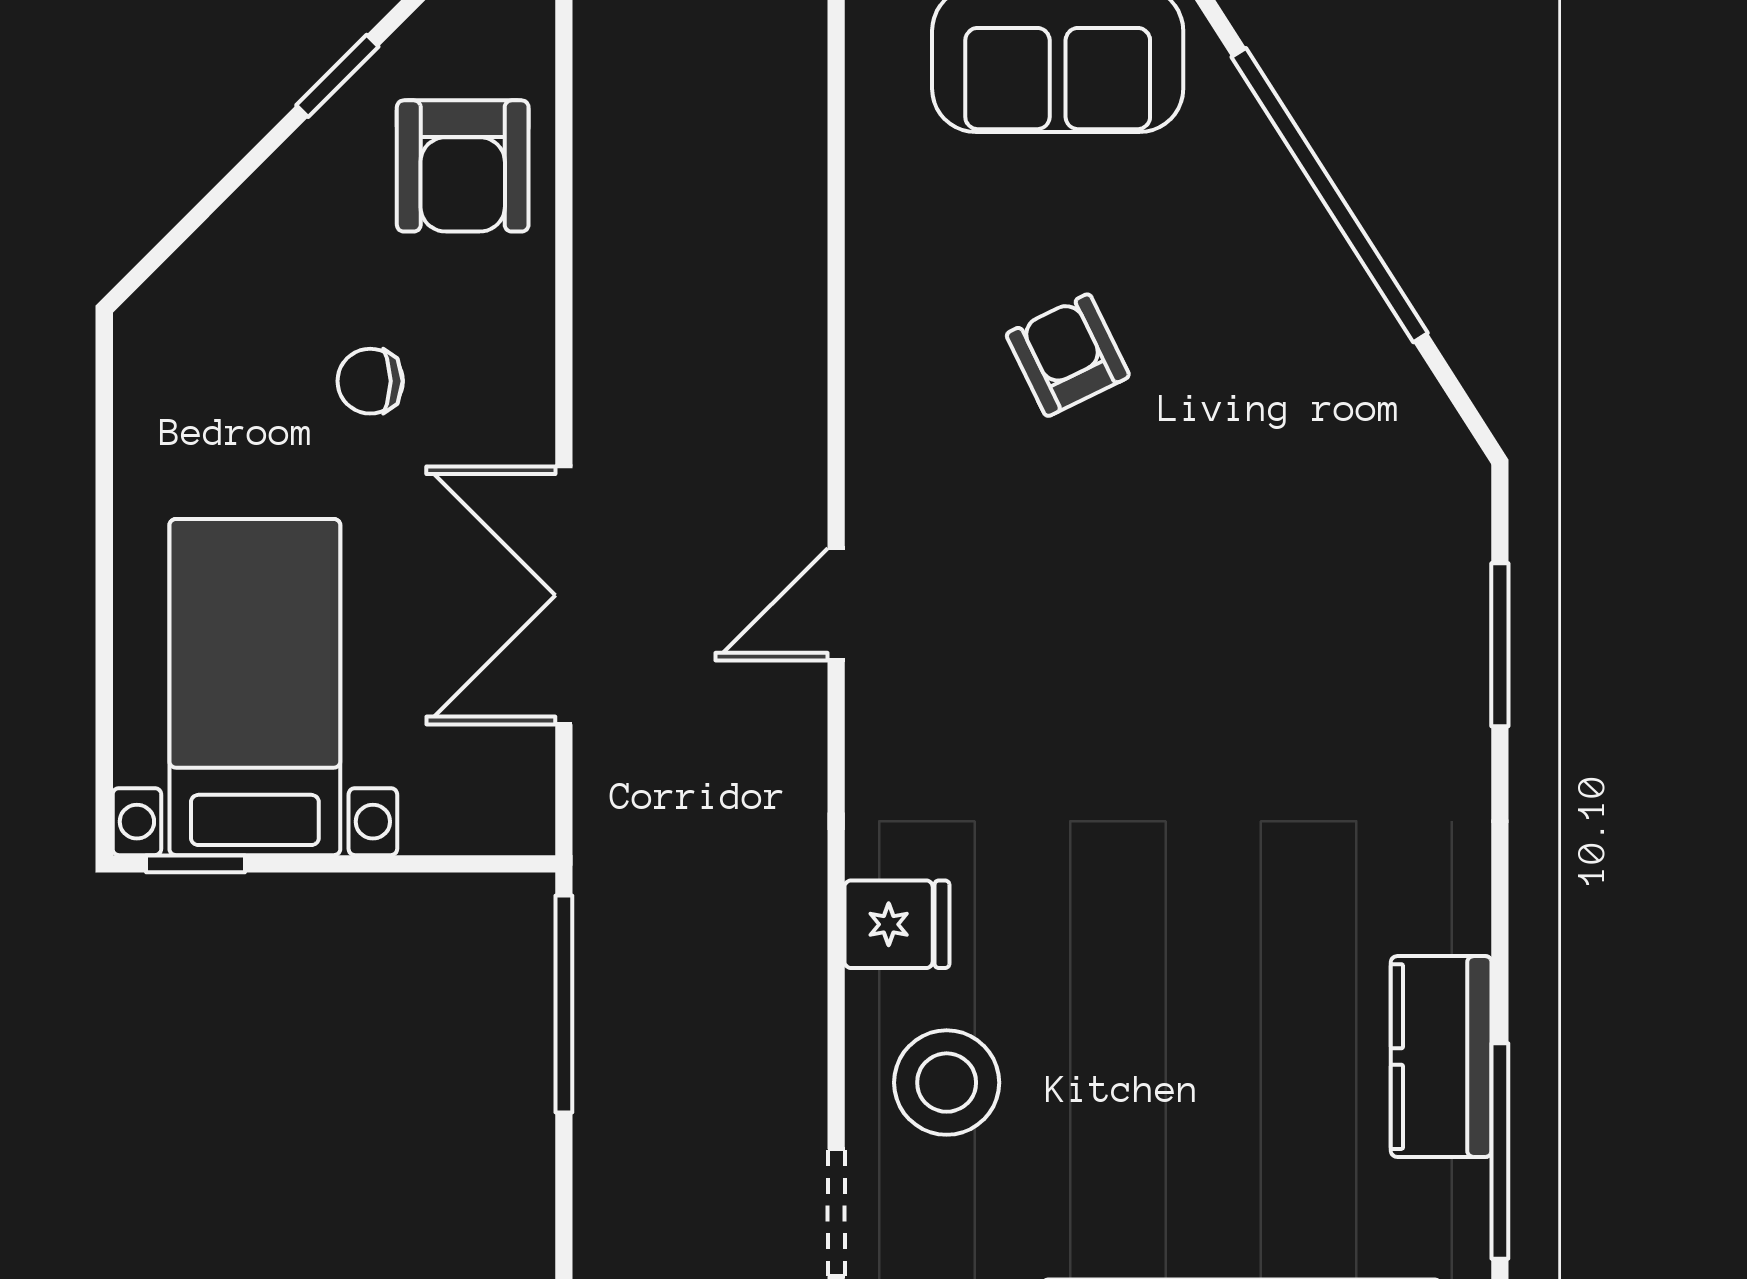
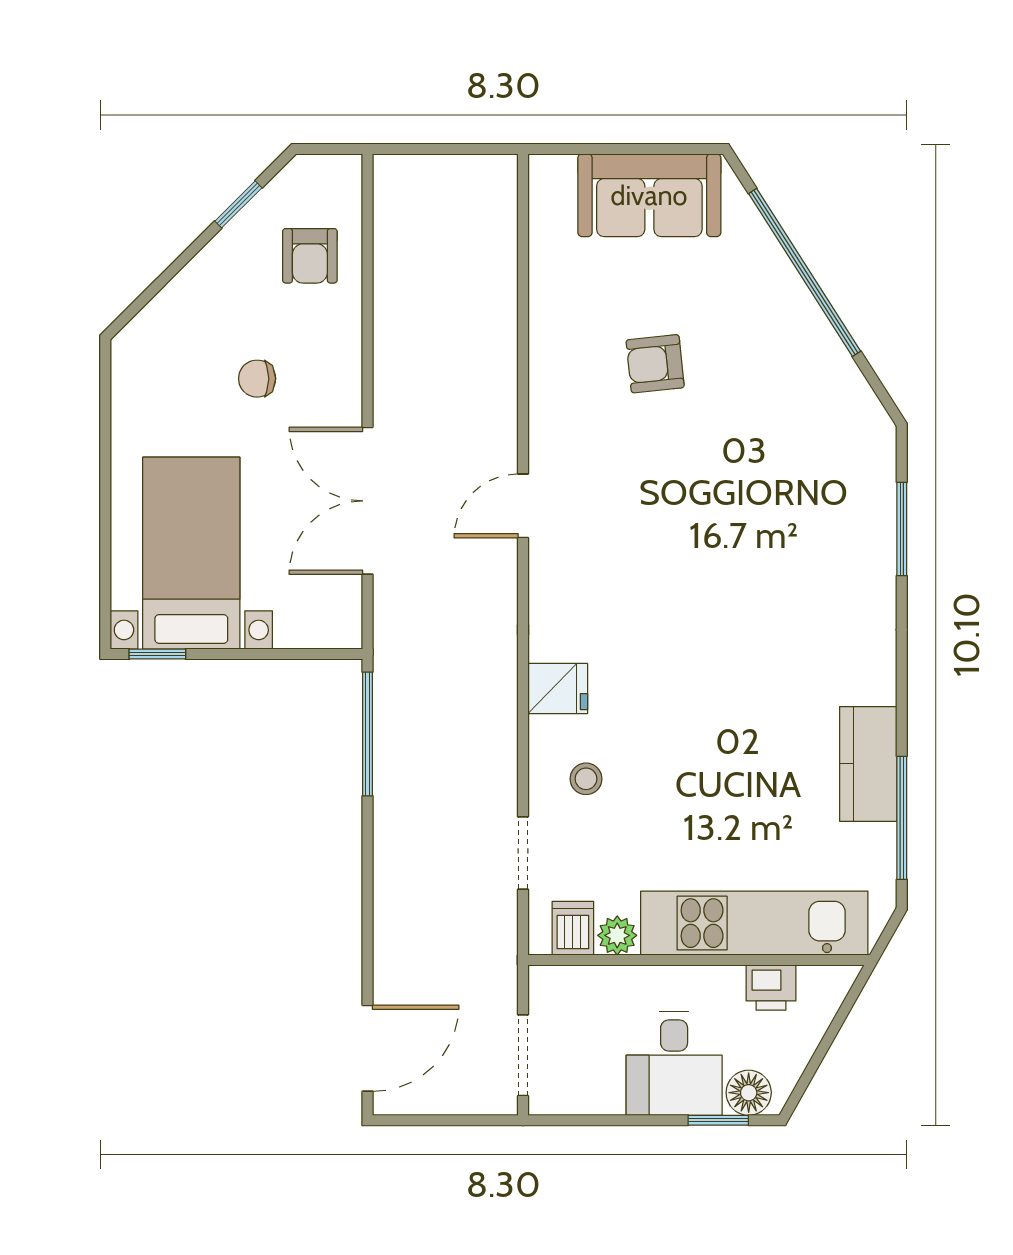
armchair: (463, 166) -> (310, 256), width x0.72, depth x0.72
armchair: (1068, 355) -> (655, 364), turned -70
stool: (947, 1083) -> (586, 779), width x0.53, depth x0.53

